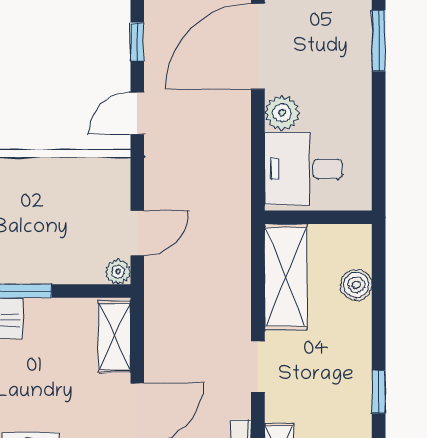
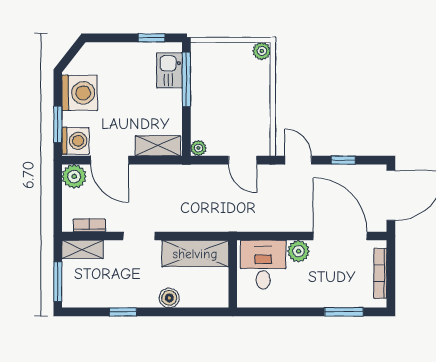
door: (137, 233) -> (243, 160), moved
boiler: (356, 285) -> (169, 298), moved

